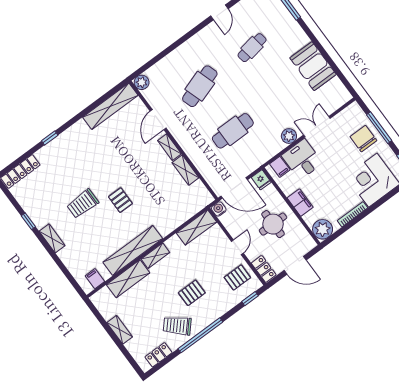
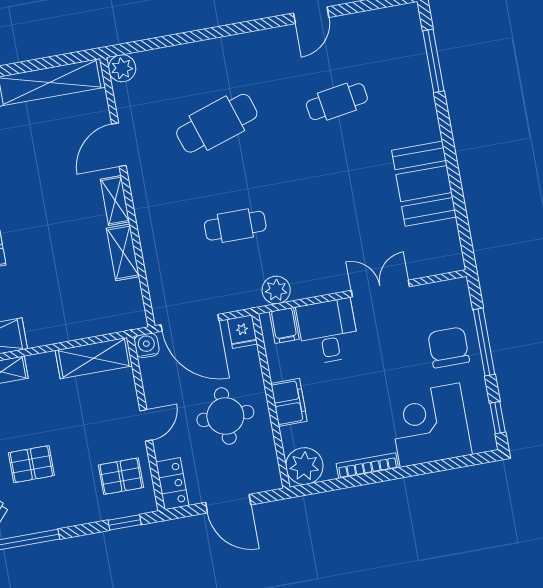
cafe table: (233, 131) -> (235, 226), width x0.73, depth x0.74
plant: (289, 136) -> (276, 290), moved

